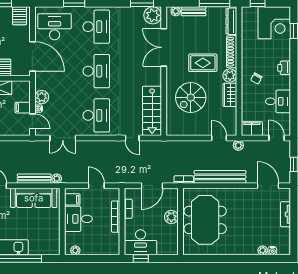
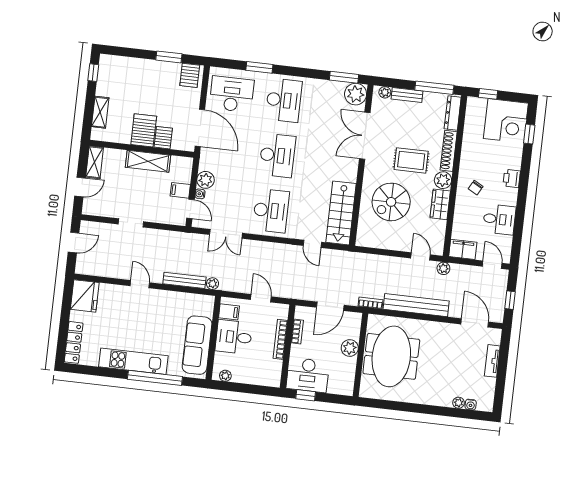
sofa: (34, 198) -> (197, 345), moved, turned 90

